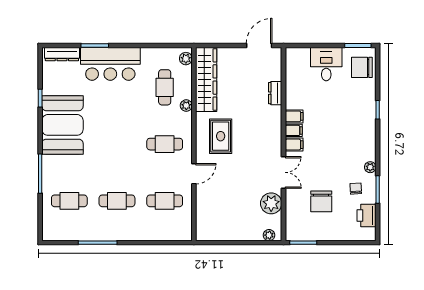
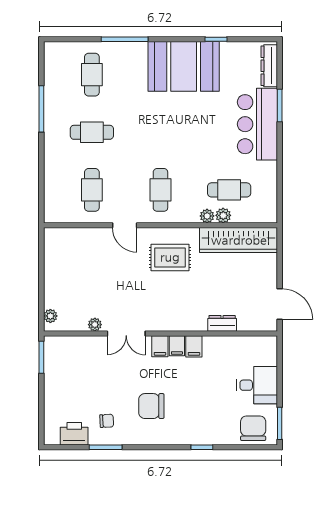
plant: (186, 59) -> (223, 215), moved
plant: (370, 167) -> (133, 438), removed
cafe table: (117, 201) -> (92, 132), turned 90
chair: (321, 201) -> (151, 406), moved
plant: (271, 203) -> (95, 325), width x0.53, depth x0.53

